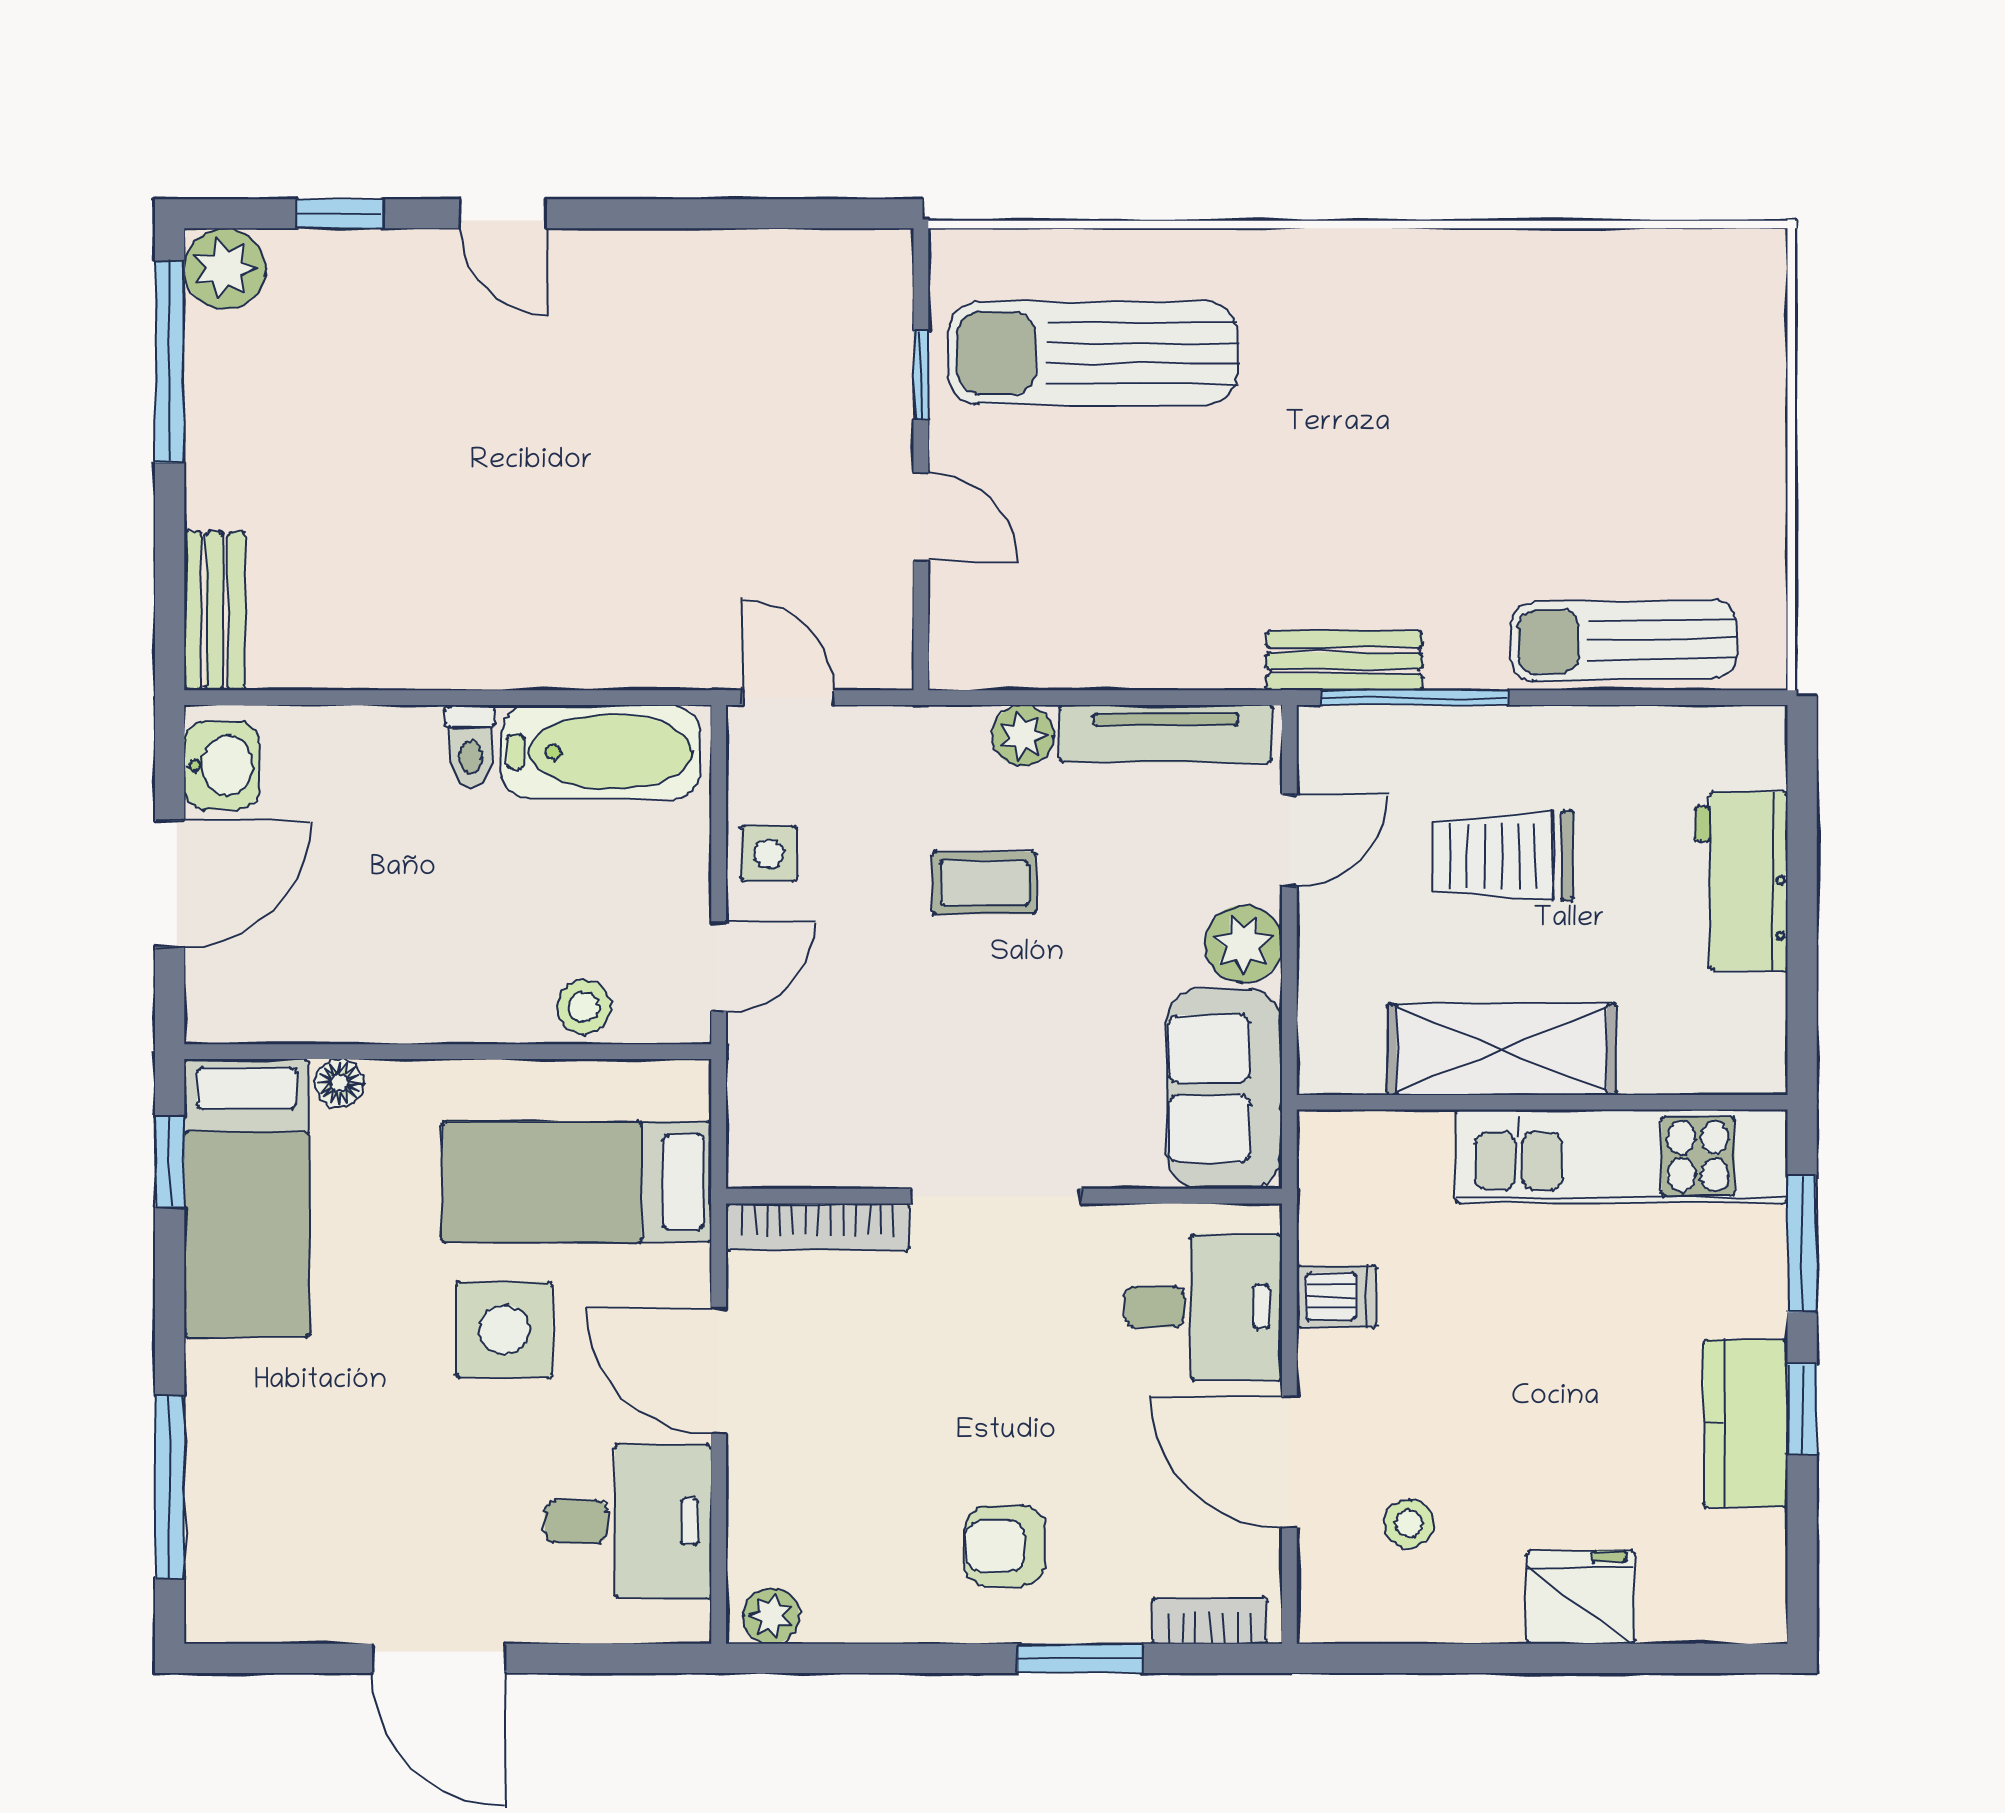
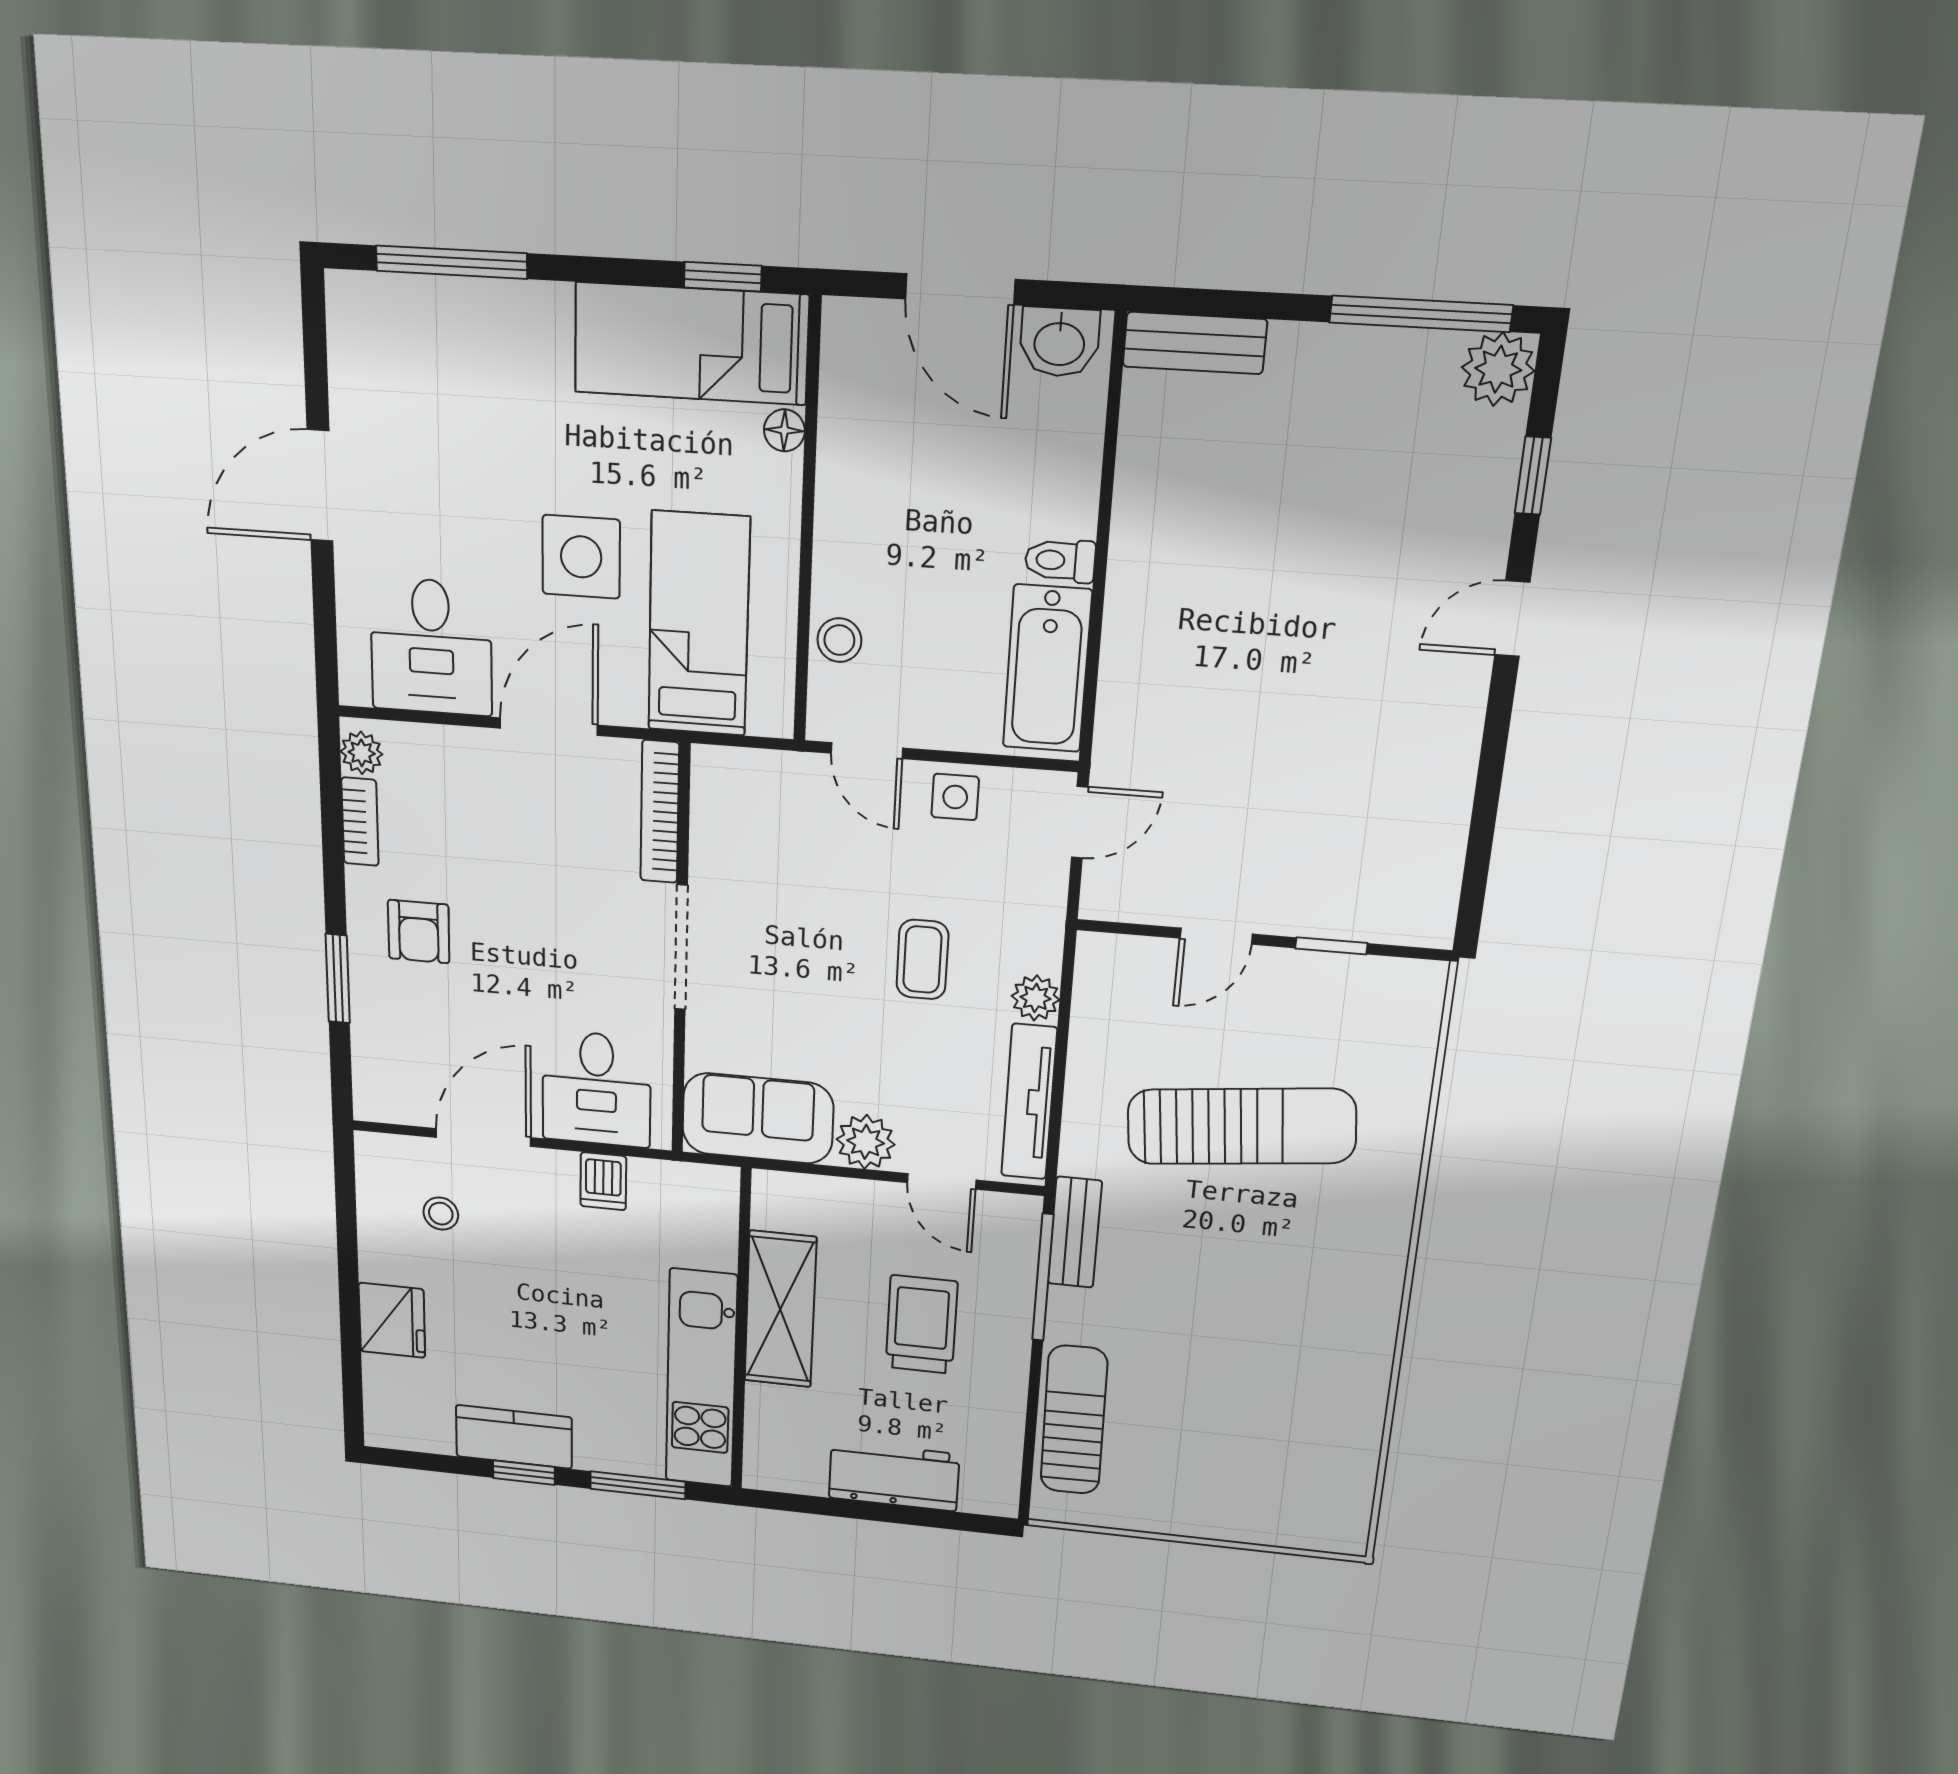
sun lounger: (1093, 353) -> (1241, 1126), moved, turned 84
armchair: (1005, 1546) -> (419, 932), turned 180
bookcase: (1210, 1621) -> (360, 822), moved

